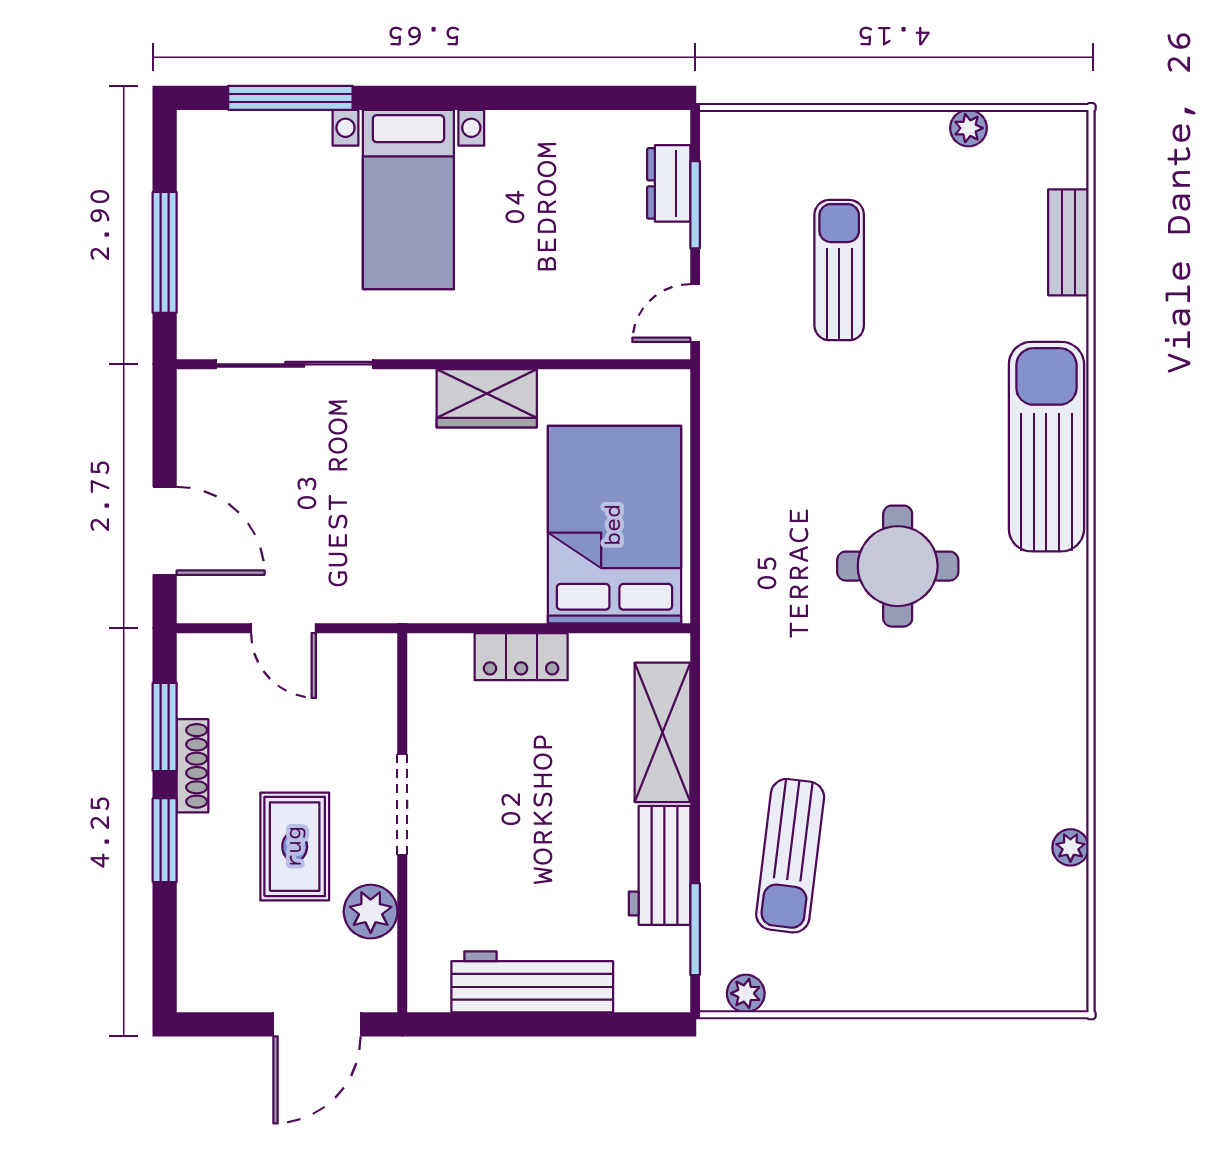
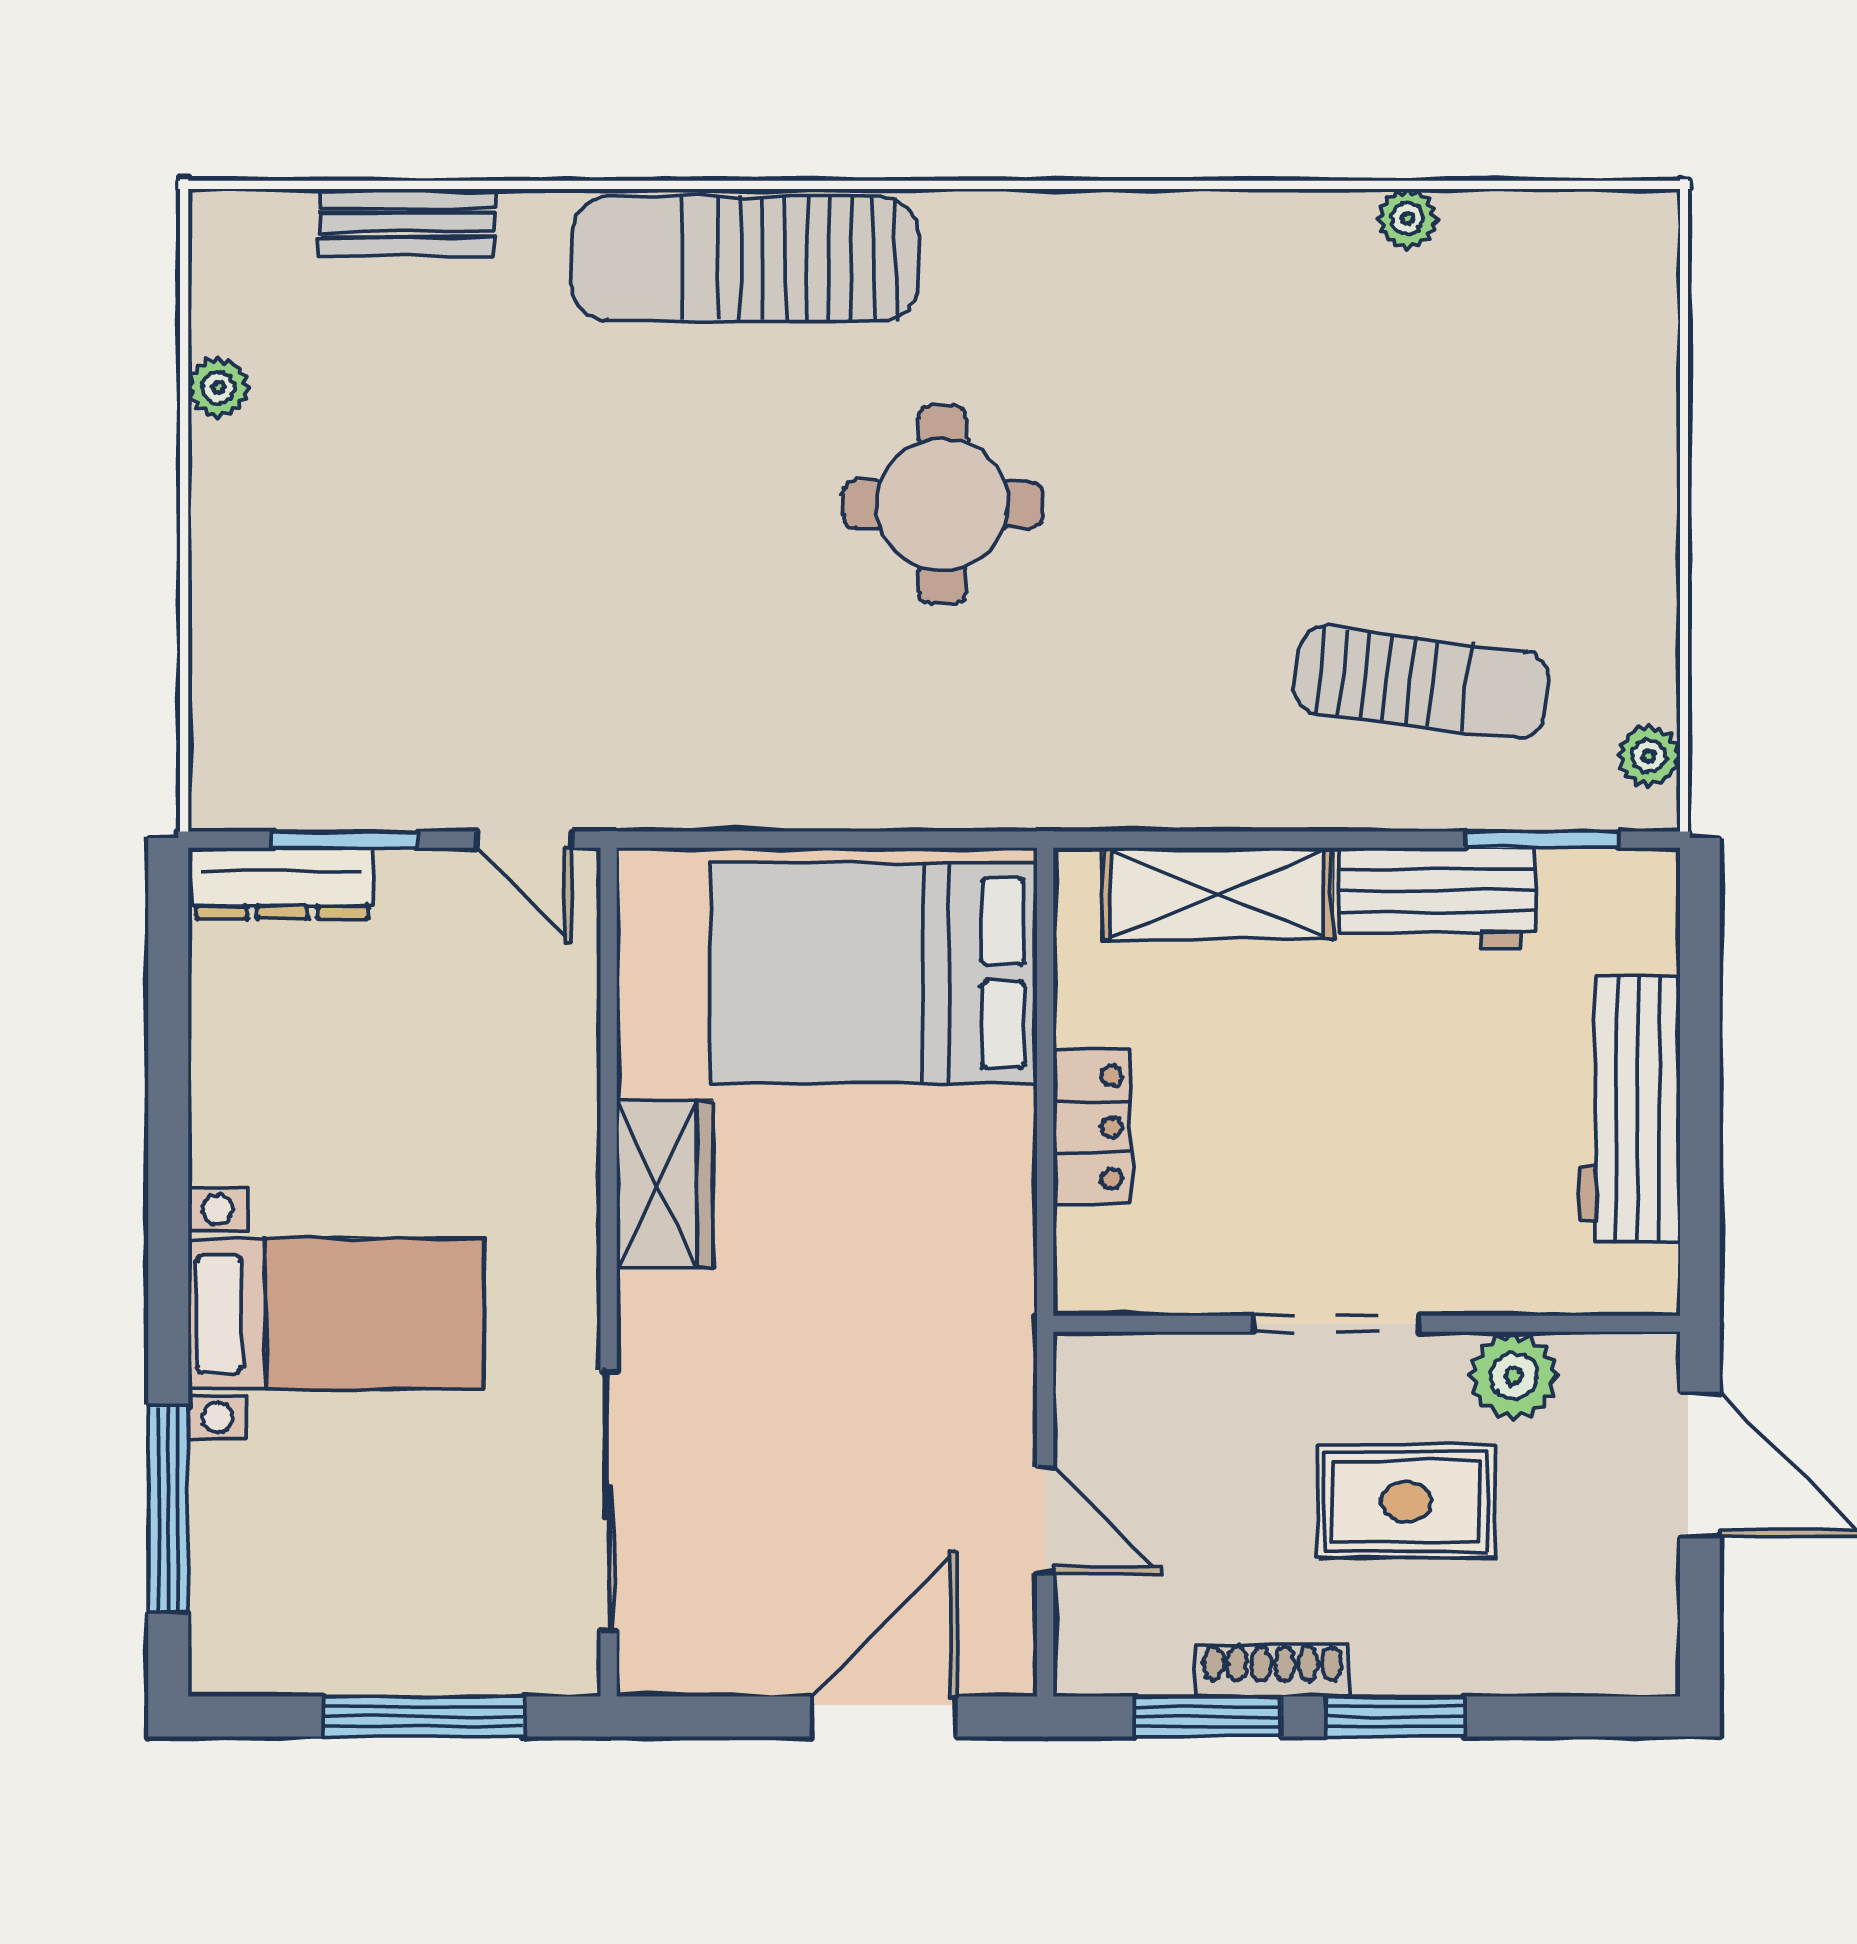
dresser: (669, 183) -> (282, 883), width x1.44
sun lounger: (839, 270) -> (453, 601), removed
door: (283, 628) -> (1045, 1520), hinge flipped

